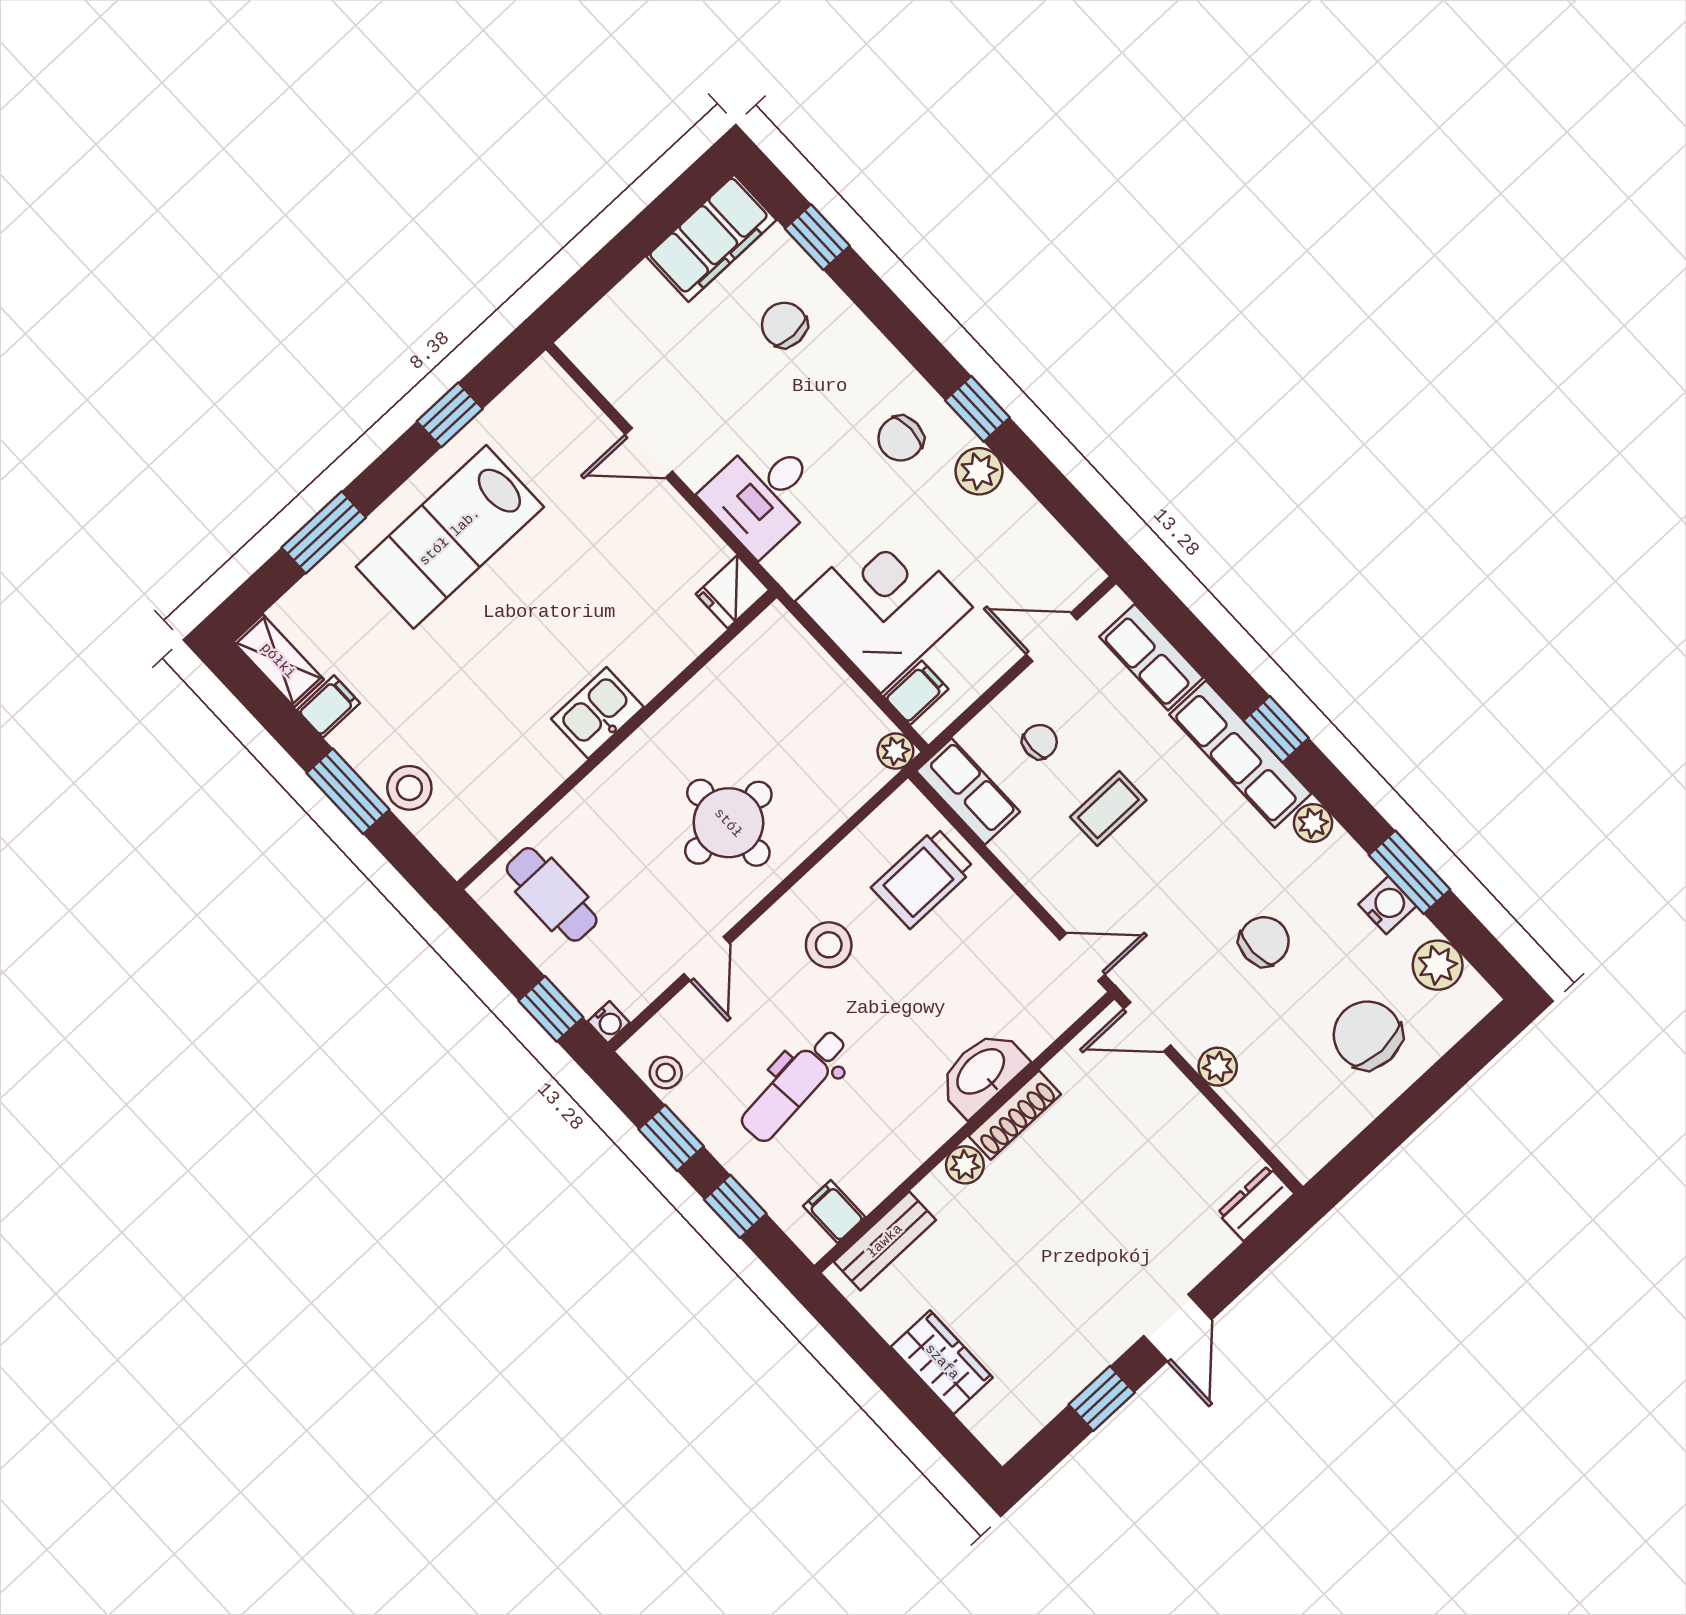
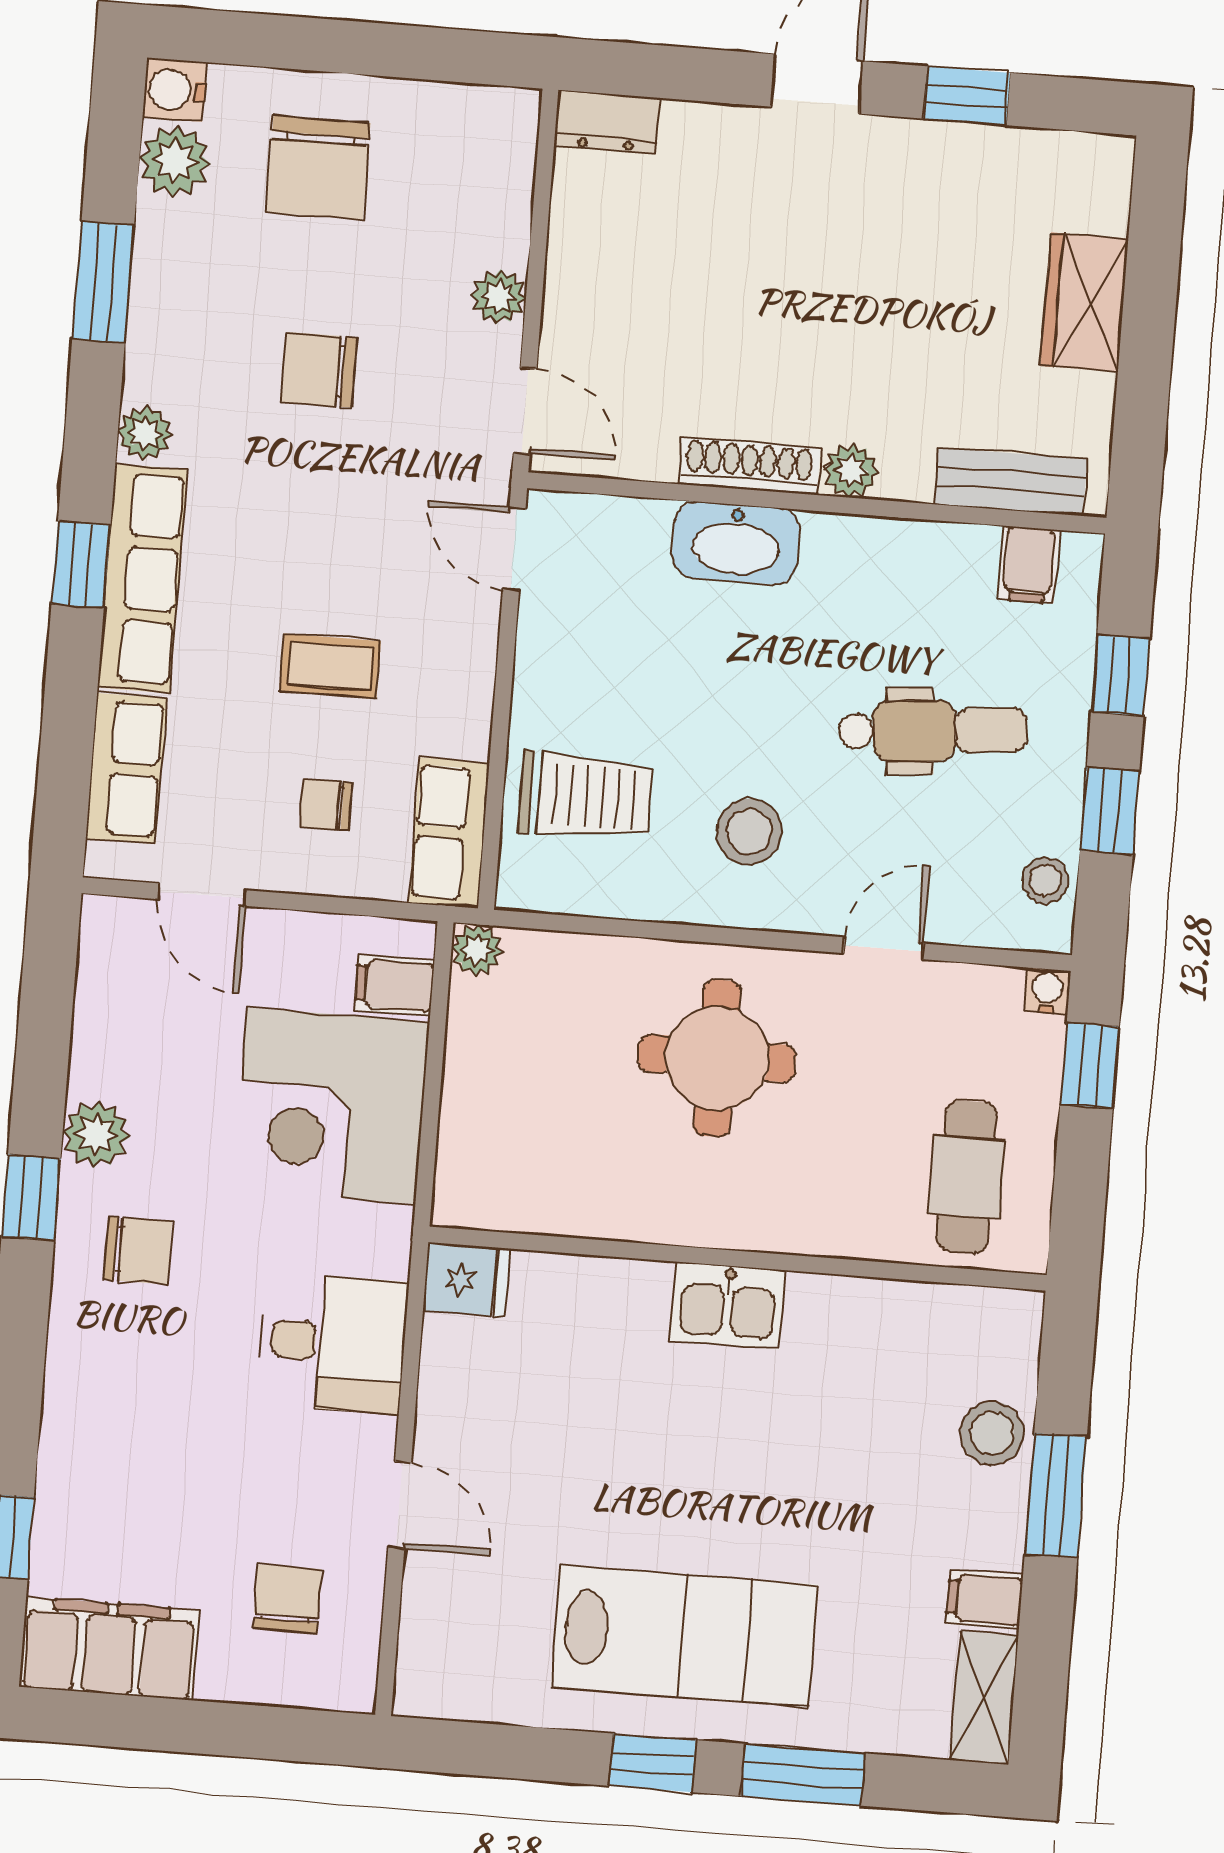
chair: (784, 325) -> (287, 1599), moved, turned 180
window: (450, 415) -> (653, 1763), moved
water cooler: (1387, 905) -> (175, 90), moved

